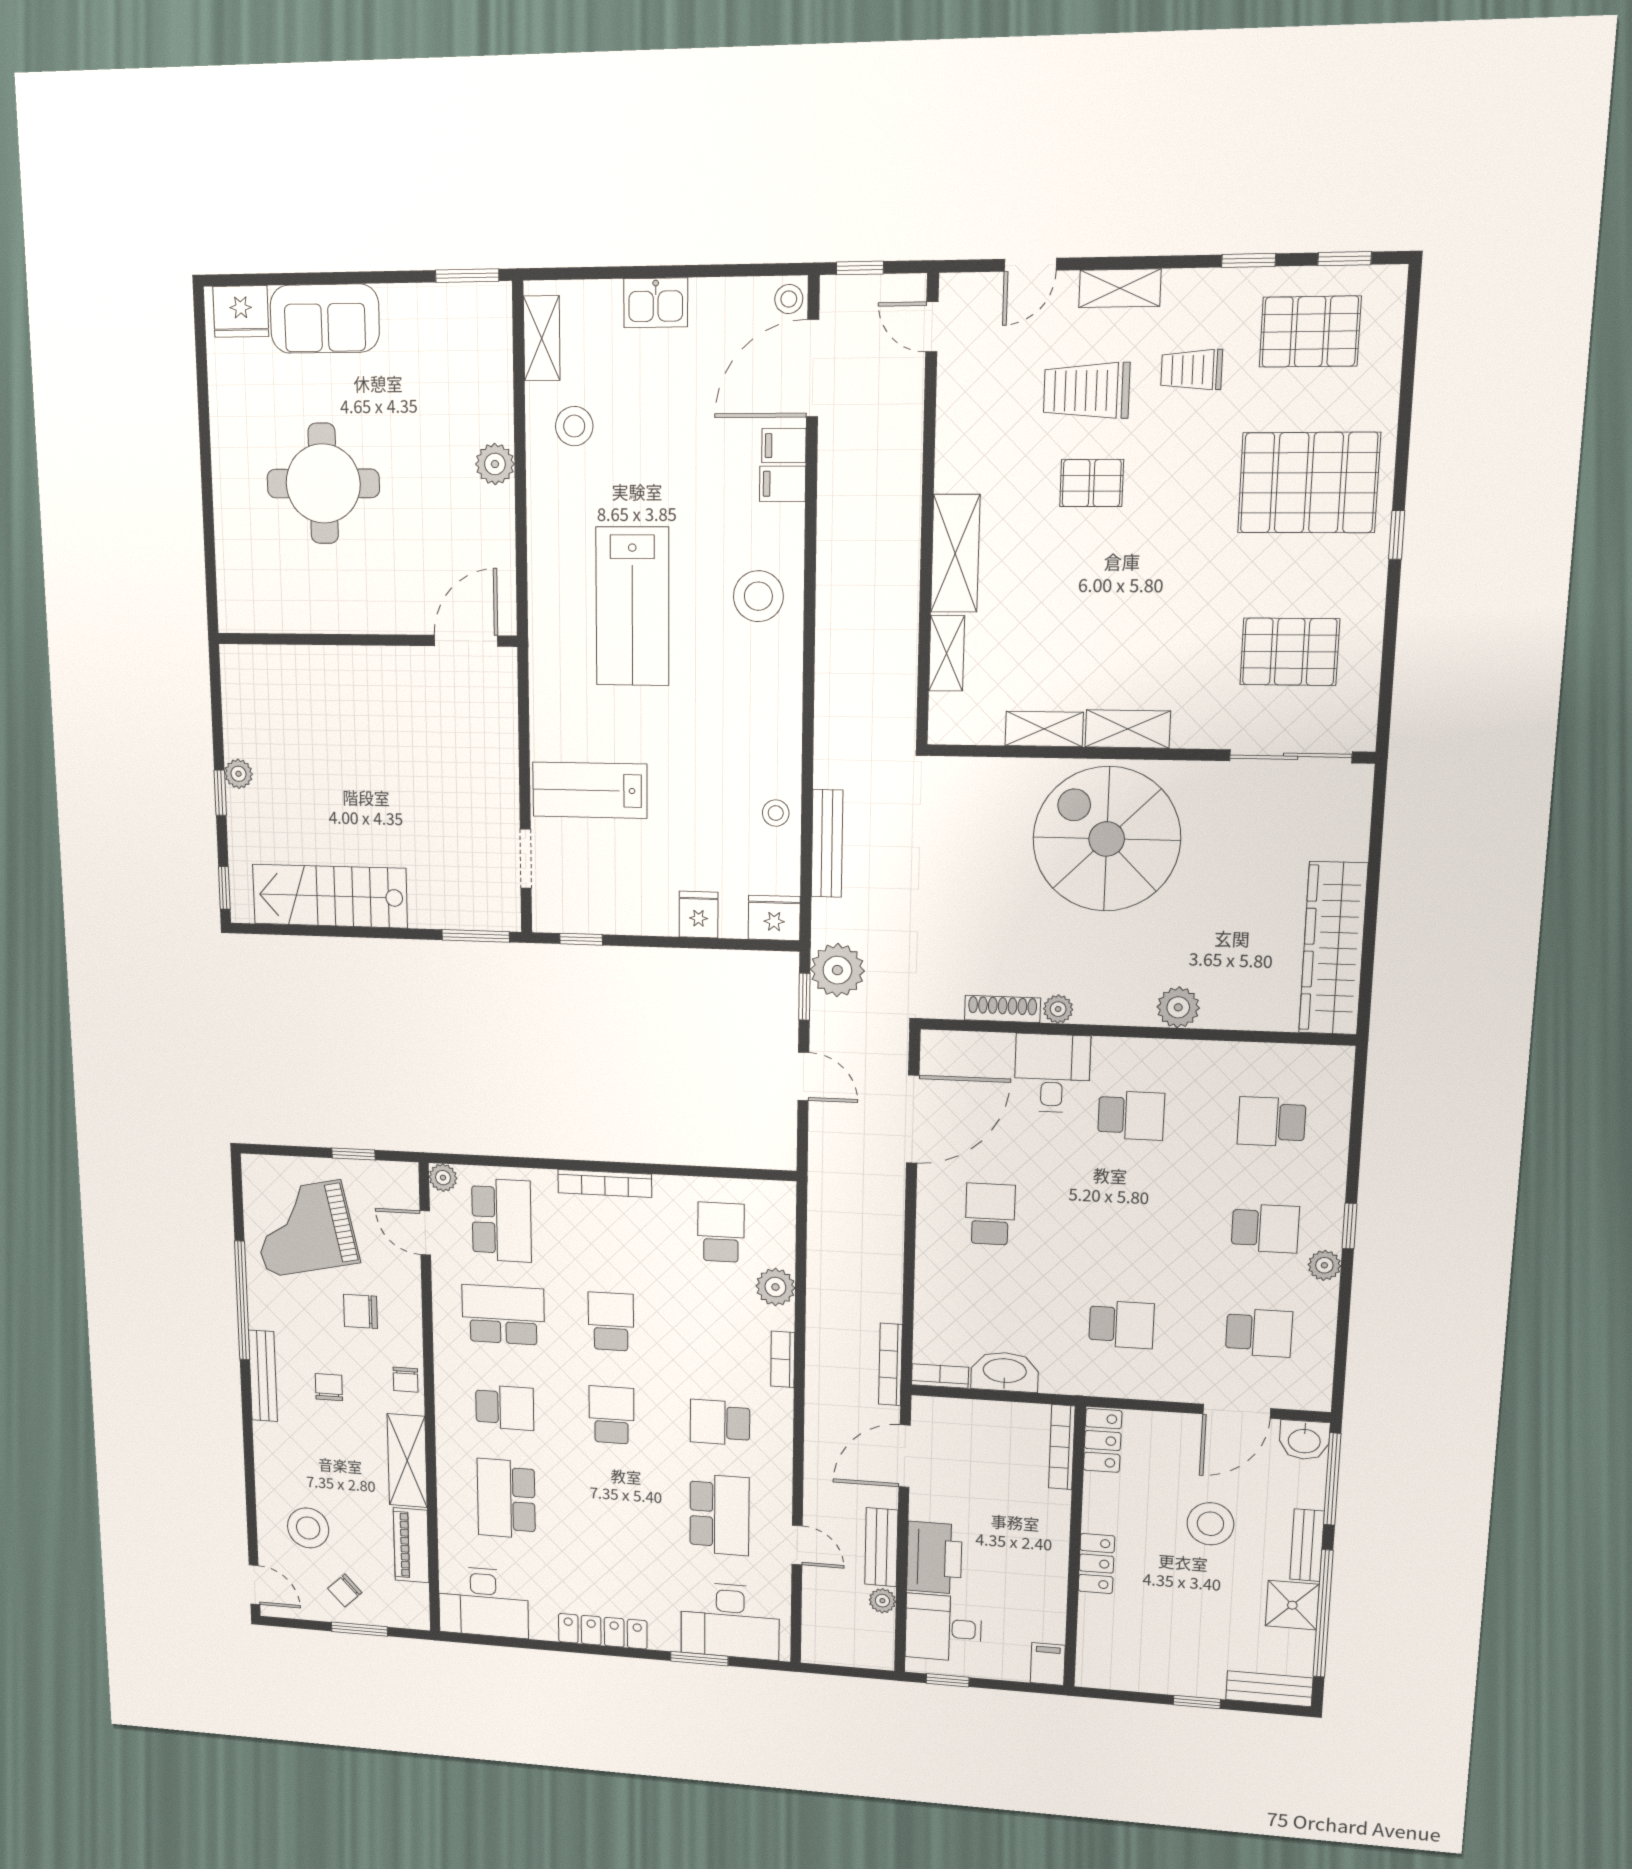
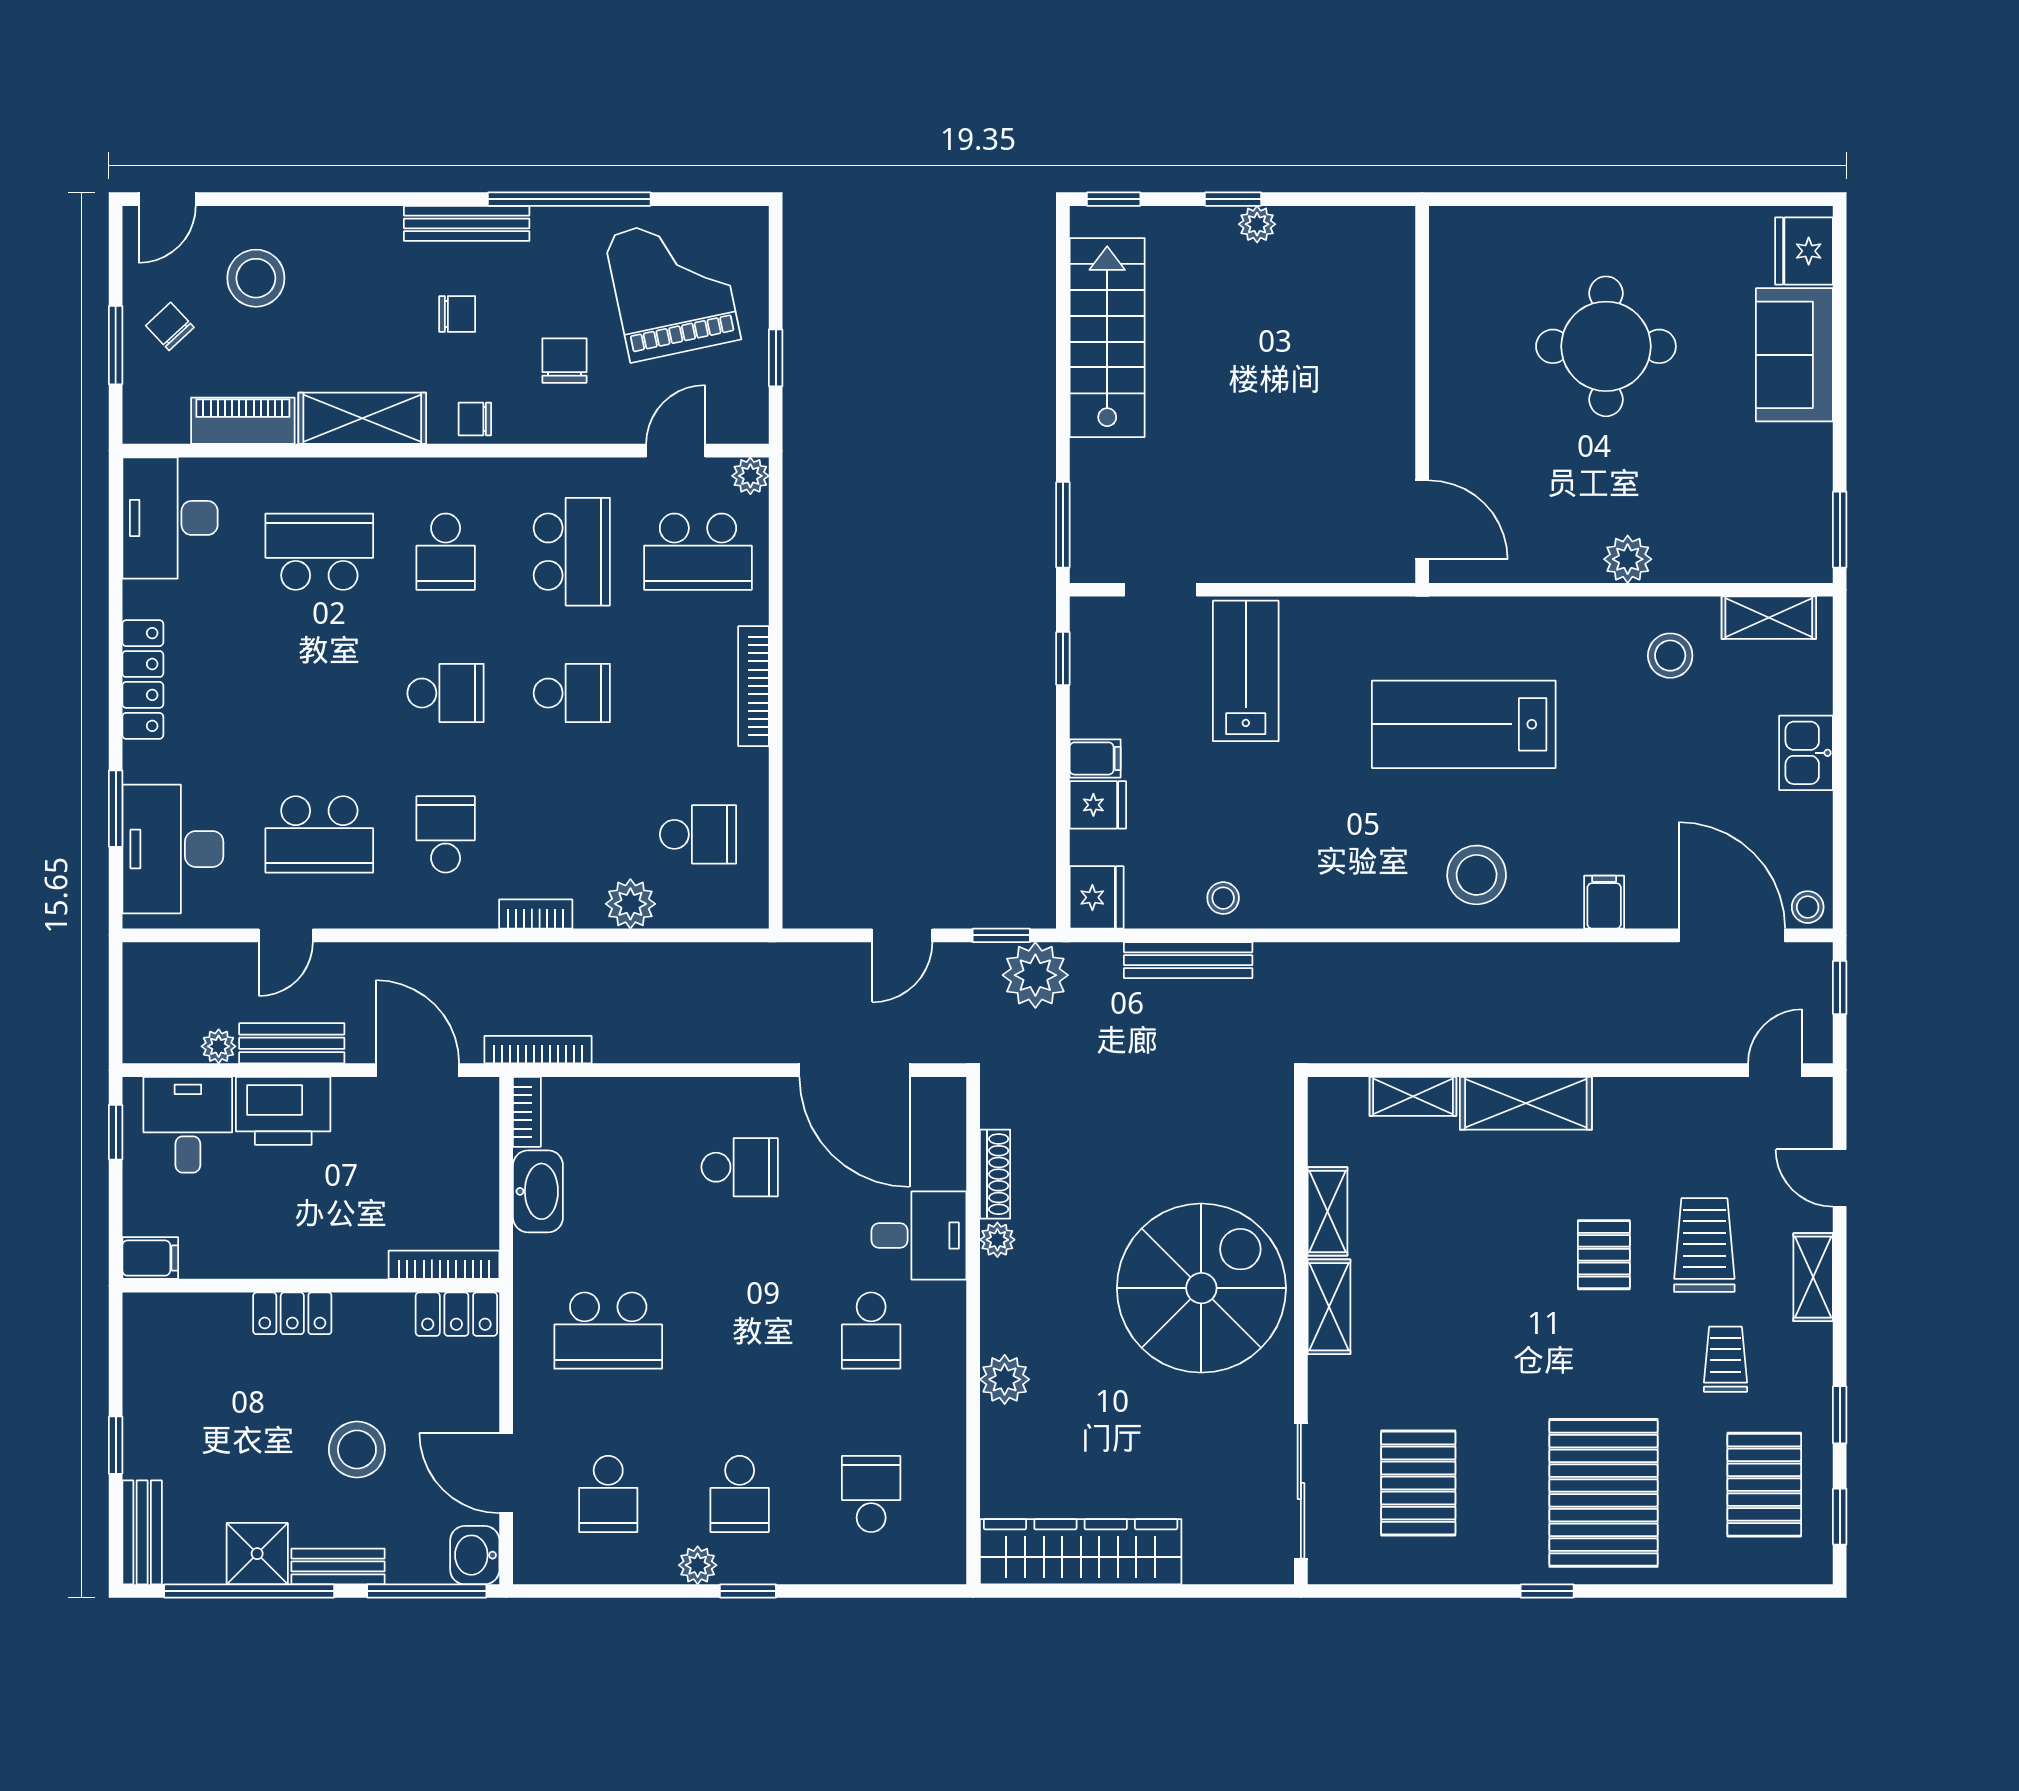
filing cabinet: (784, 446) -> (1095, 758), moved, turned 90
school desk: (1121, 1325) -> (608, 1331), width x1.85

